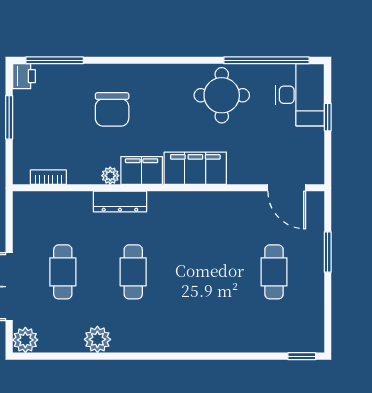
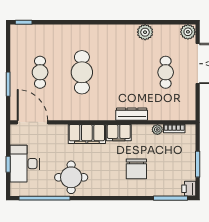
desk: (300, 95) -> (25, 164), moved
chair: (112, 109) -> (136, 169), turned 180
plant: (110, 176) -> (157, 130), moved
door: (287, 188) -> (33, 122), width x1.36
cafe table: (133, 272) -> (82, 72), moved, width x1.37, depth x1.35

